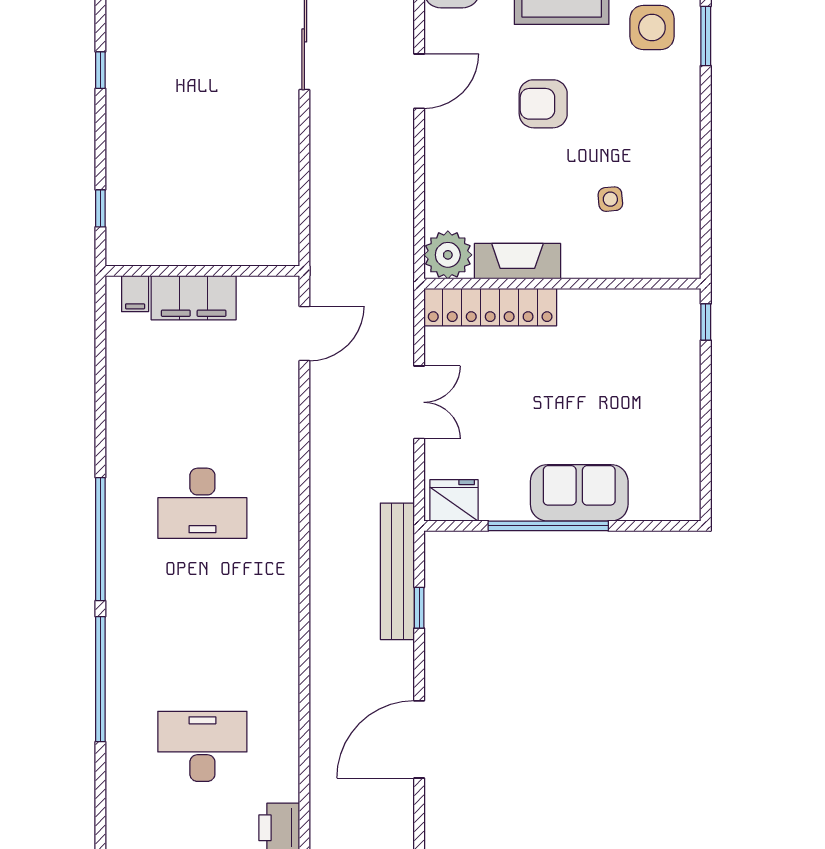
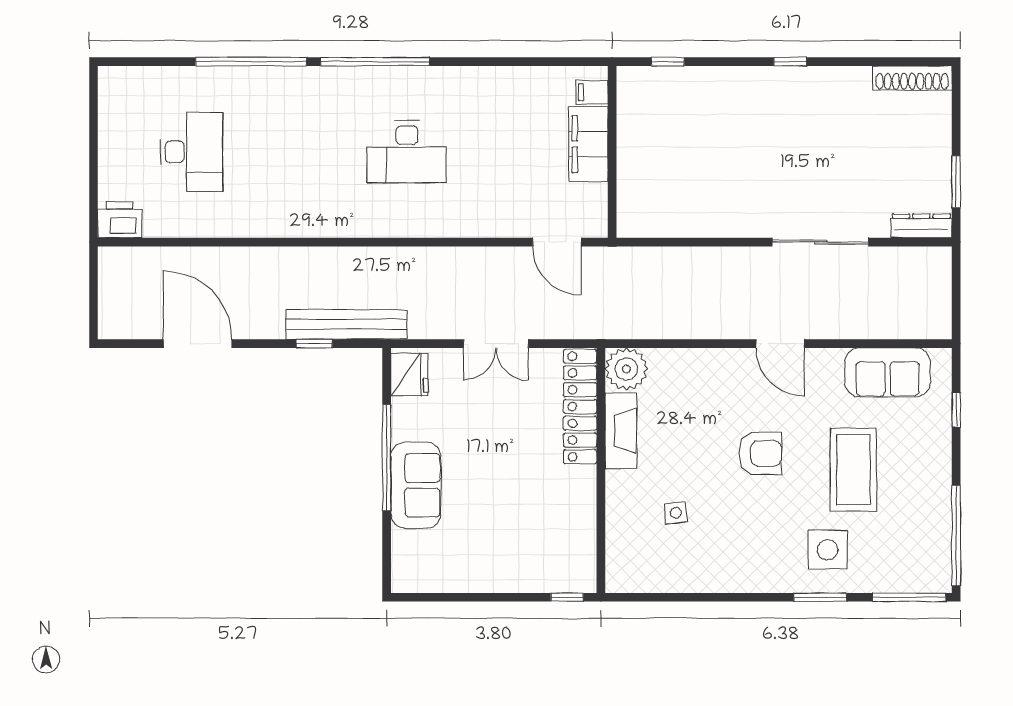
armchair: (543, 104) -> (760, 453), turned 90
desk: (202, 503) -> (407, 152), turned -90

